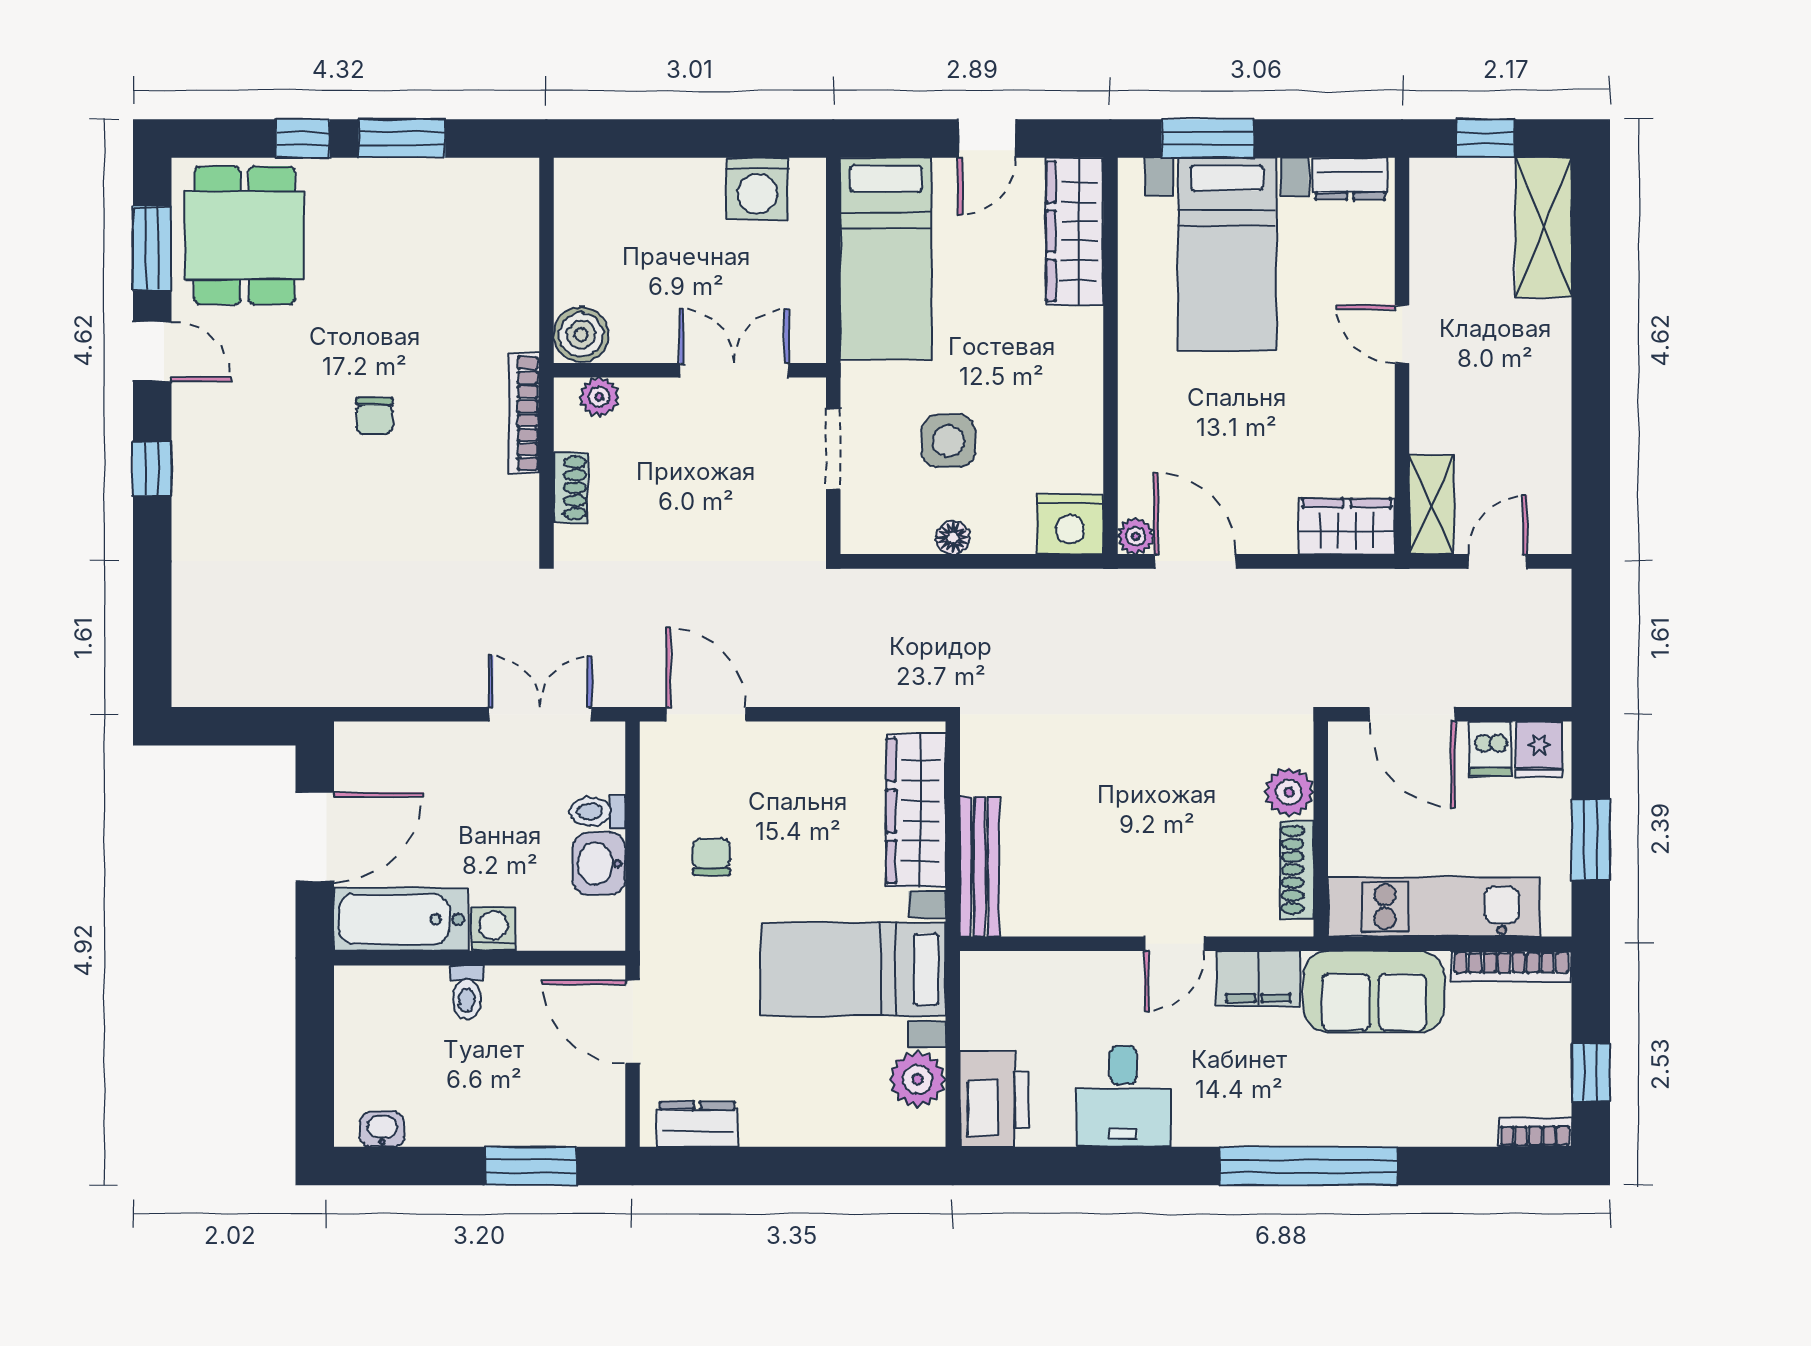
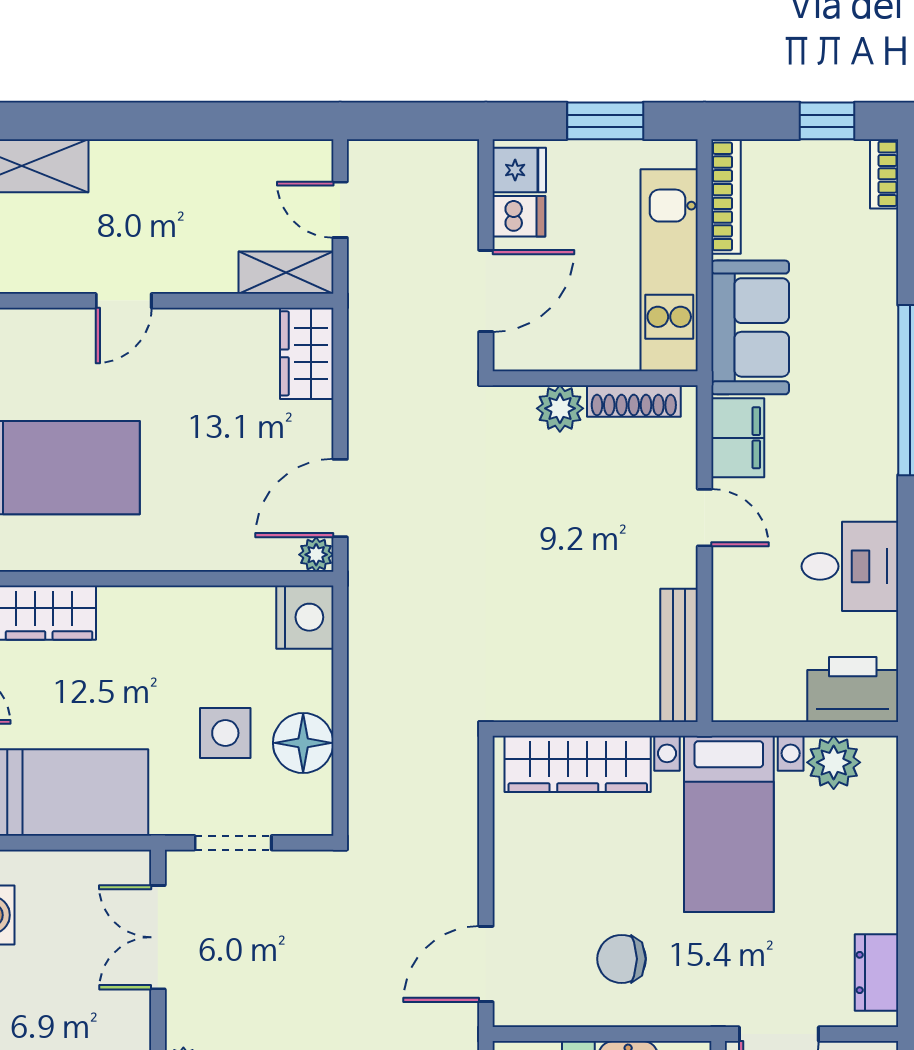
floor lamp: (953, 537) -> (303, 743), width x1.89, depth x1.89
chair: (711, 857) -> (622, 959), width x1.37, depth x1.37
bench: (979, 867) -> (679, 655), moved, turned 90

